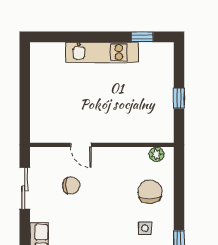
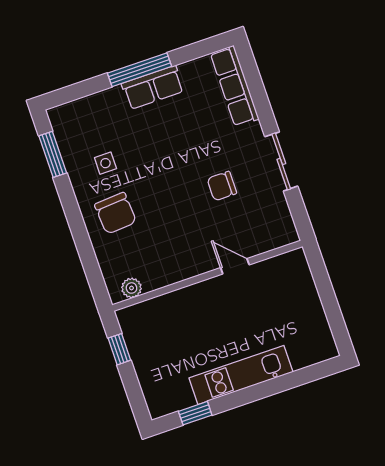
door: (81, 145) -> (235, 266), moved
wall: (102, 145) -> (207, 276), moved
plant: (156, 154) -> (131, 288), moved

